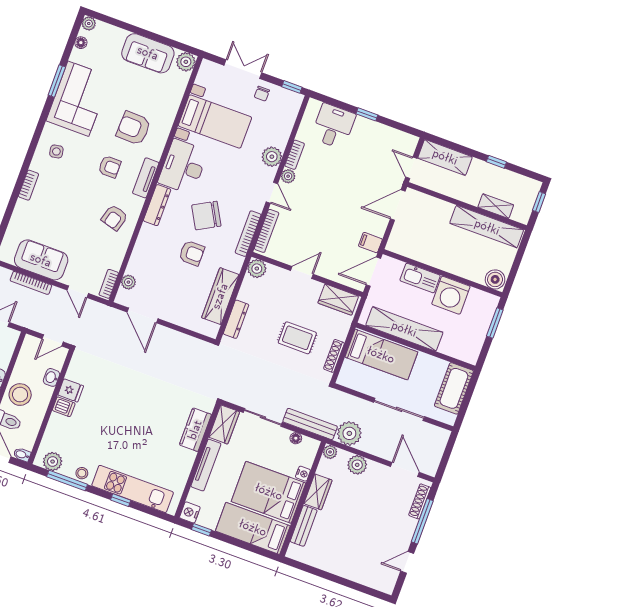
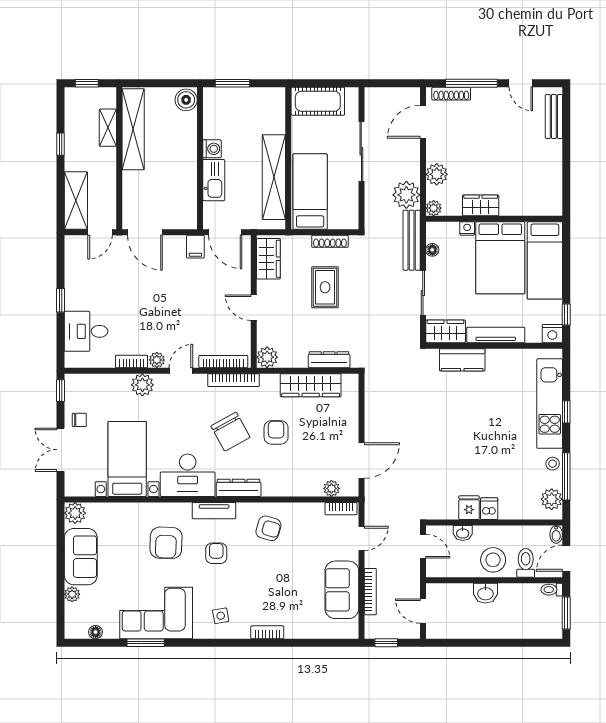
plant: (89, 23) -> (72, 594), moved
washing machine: (451, 295) -> (212, 149), width x0.53, depth x0.53
bench: (304, 526) -> (554, 117), moved, turned 90

